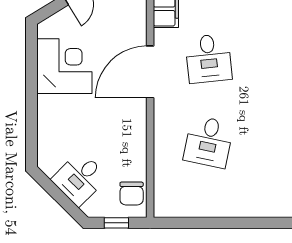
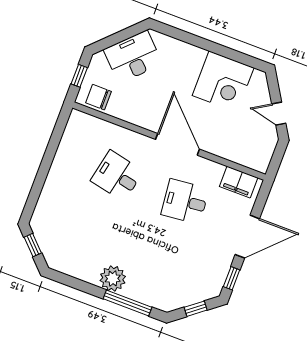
door: (150, 72) -> (178, 144), moved
desk: (80, 178) -> (133, 57), width x1.37

